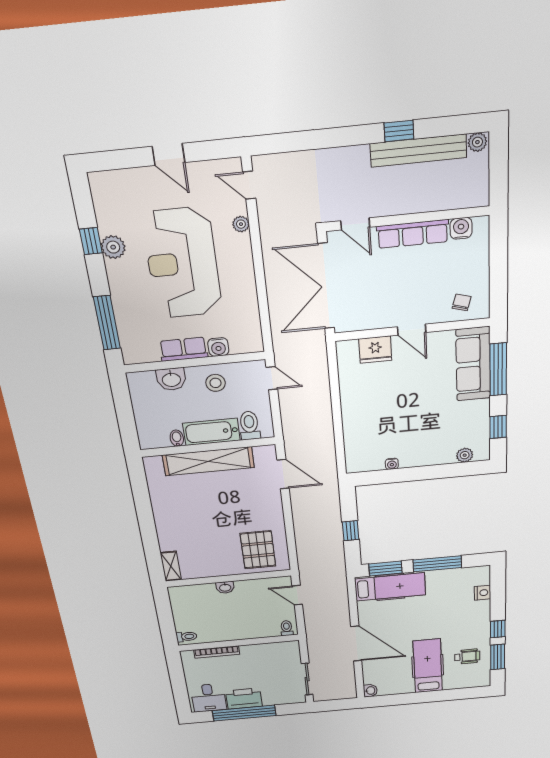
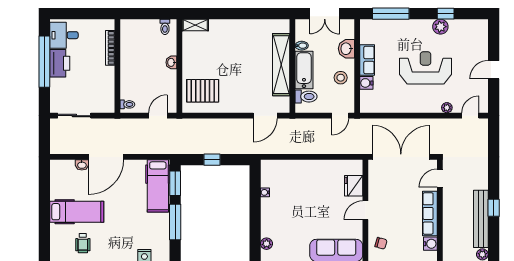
reception desk: (182, 263) -> (425, 68), width x0.74, depth x0.77
double door: (125, 413) -> (325, 14), added
toilet: (186, 637) -> (165, 27), moved
washbasin: (370, 691) -> (82, 165), moved

